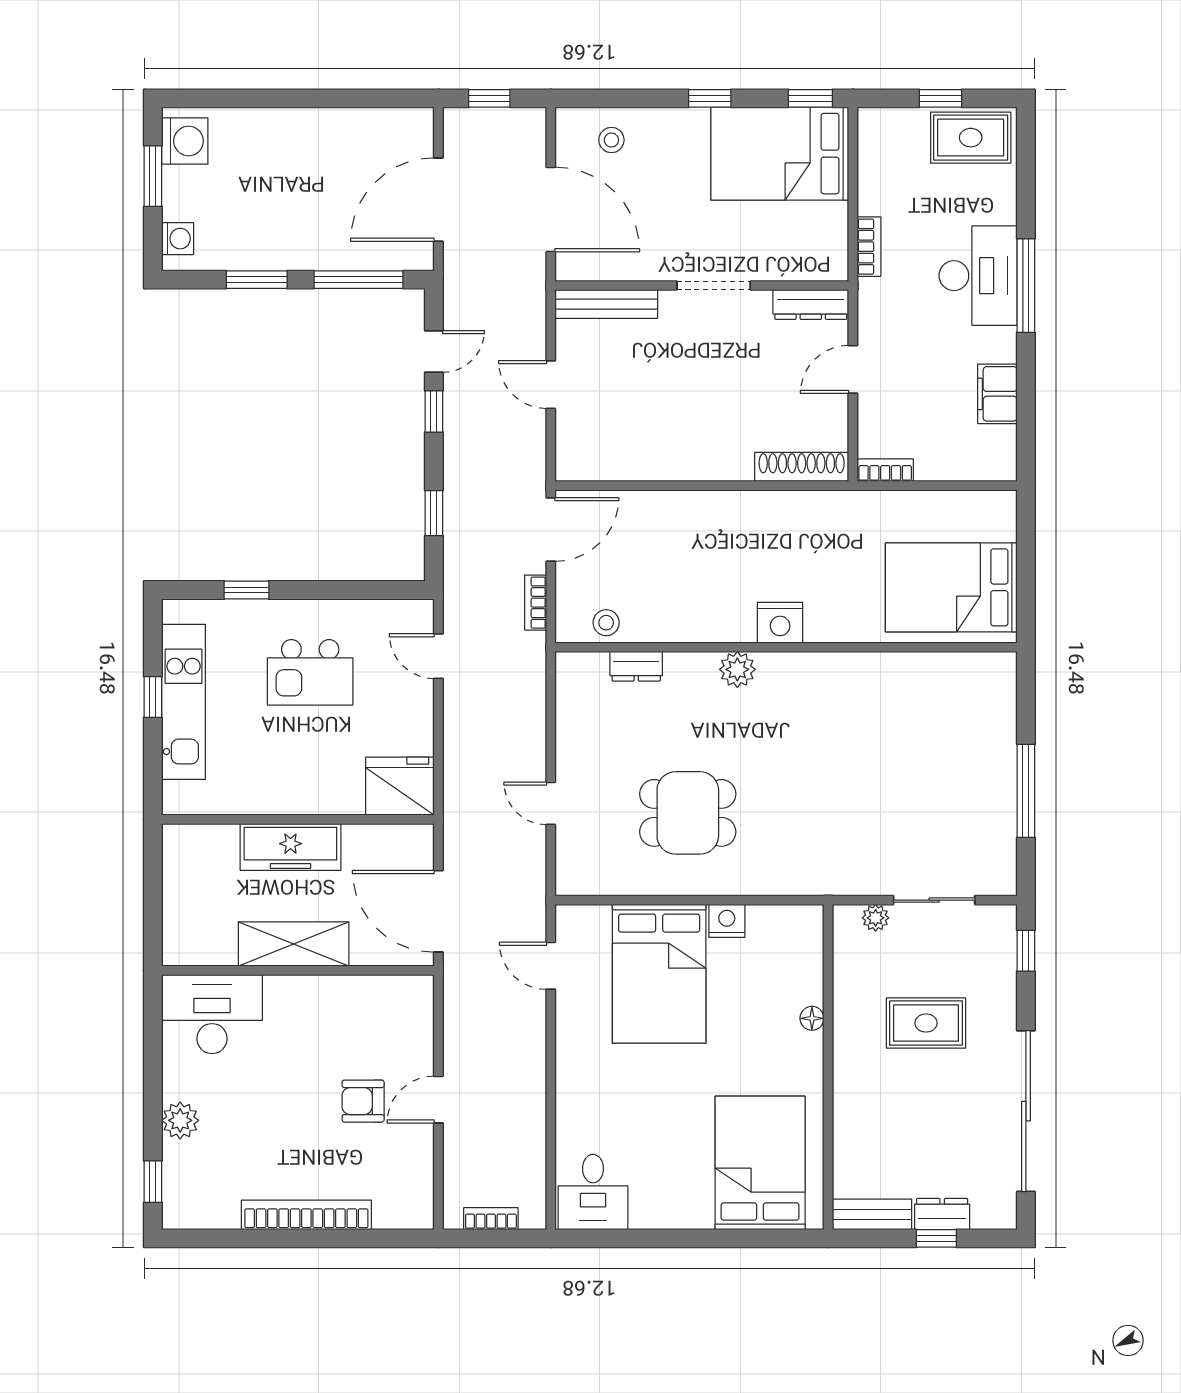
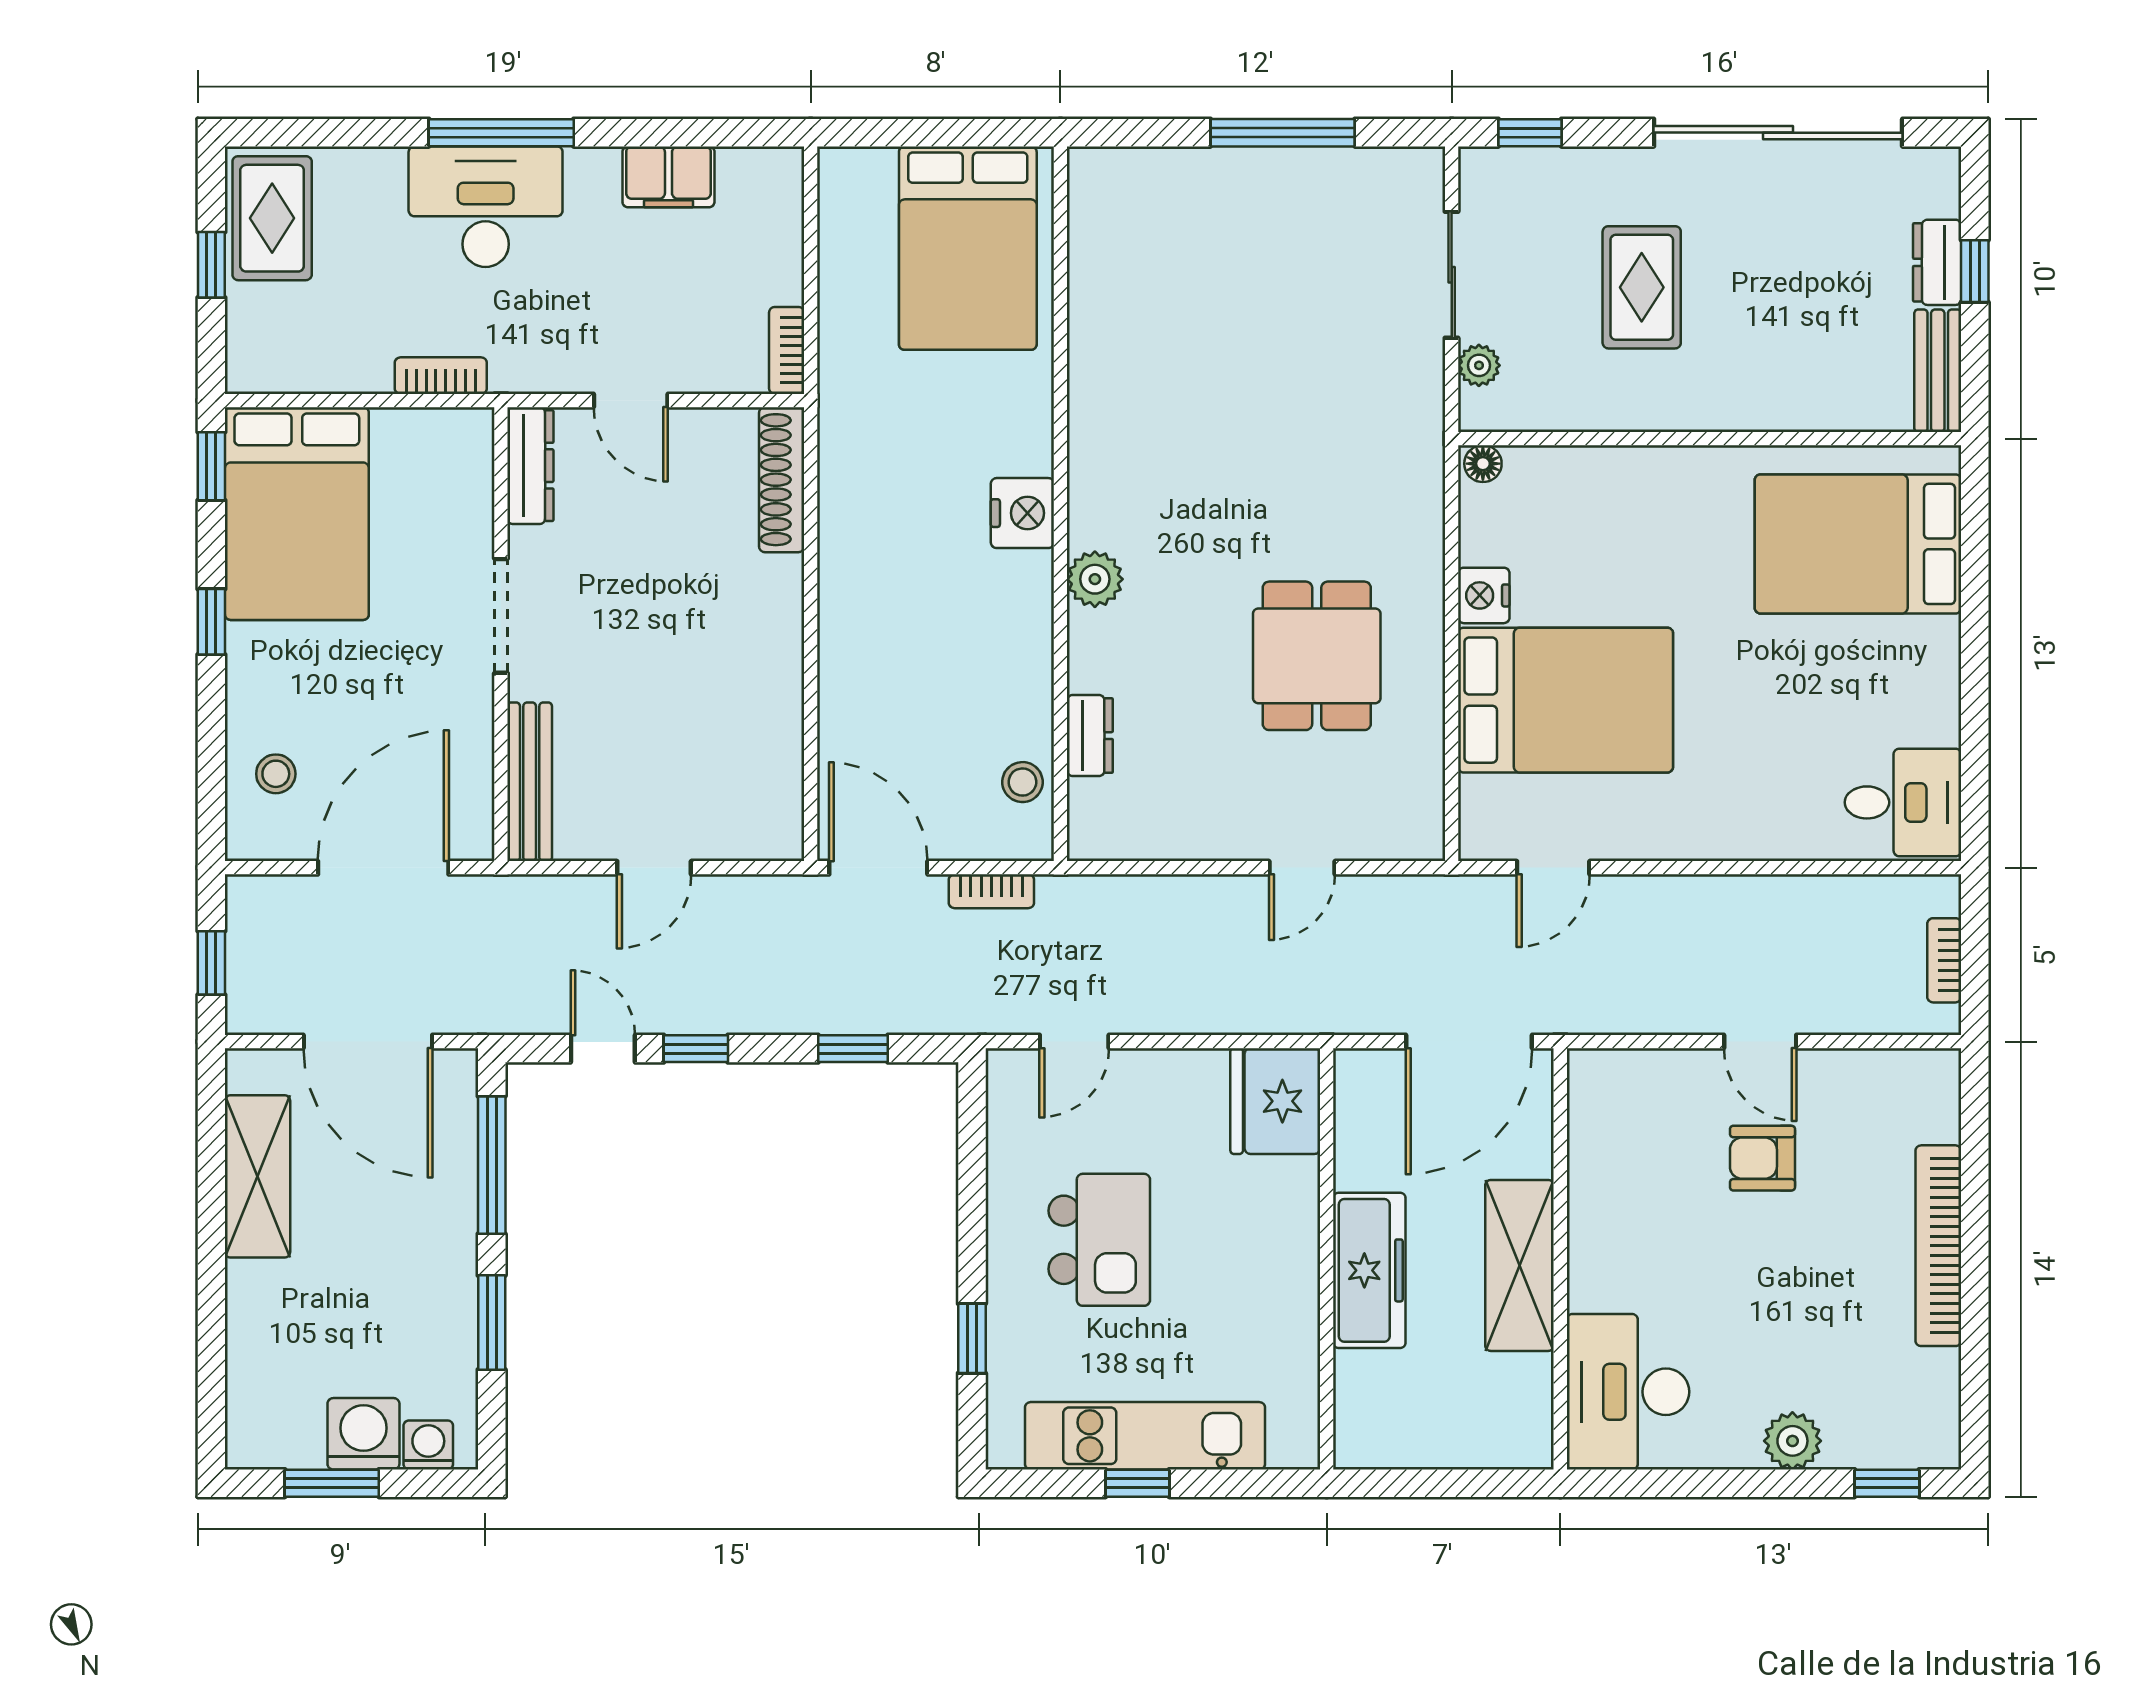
shelving: (351, 128) -> (257, 1176), added
washing machine: (185, 141) -> (363, 1434), moved
floor lamp: (812, 1018) -> (1483, 464), moved
armchair: (363, 1101) -> (1762, 1158), turned 90

